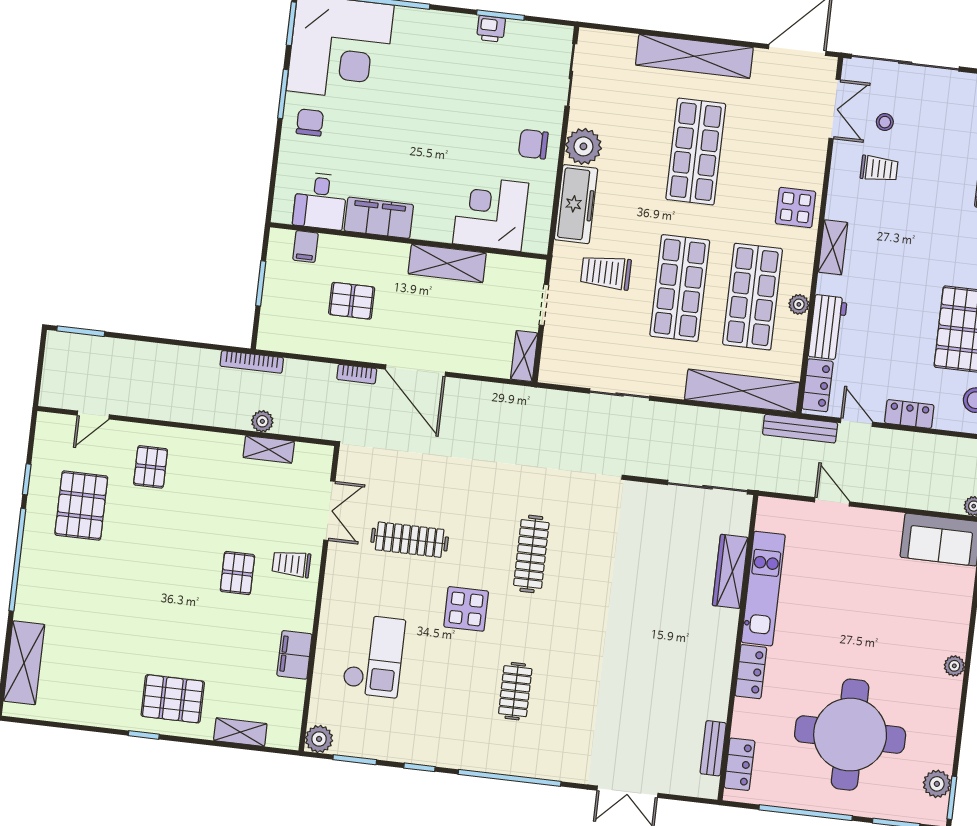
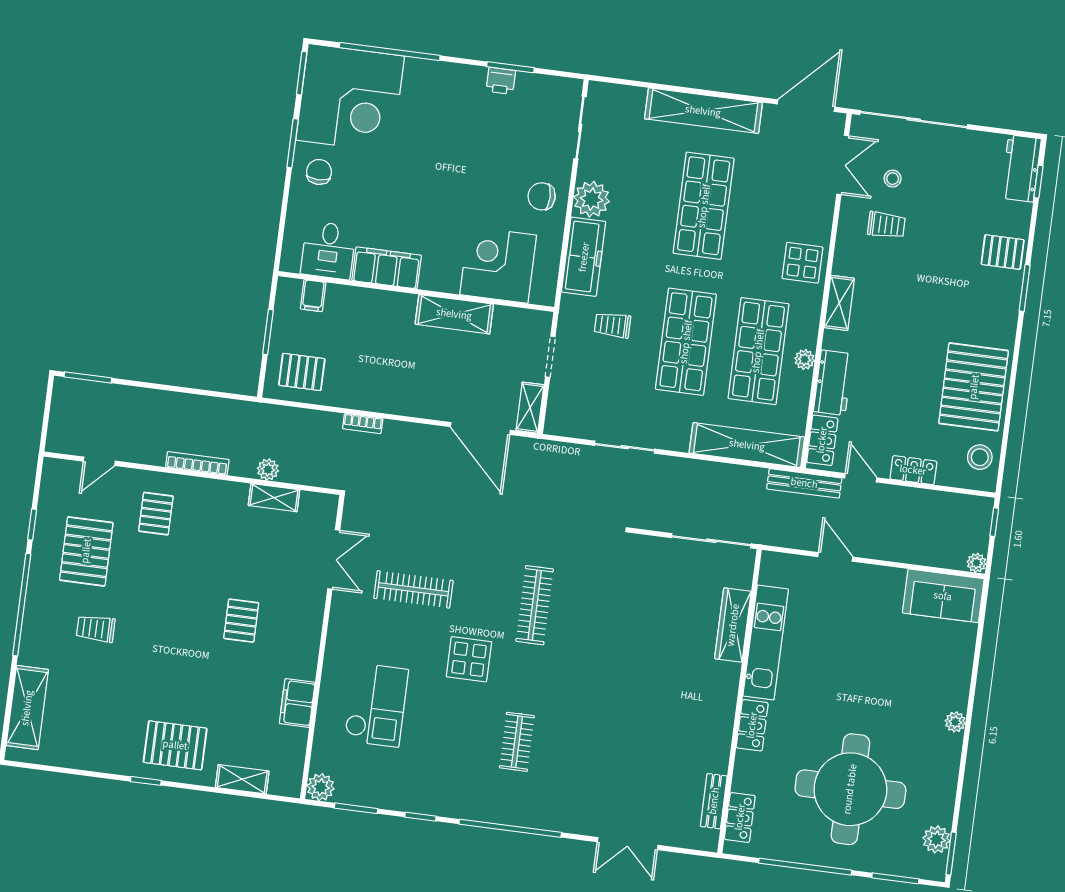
trolley: (606, 272) -> (612, 325), width x0.73, depth x0.72
pallet: (352, 301) -> (302, 372), moved
bookcase: (252, 362) -> (197, 463), moved, turned 180
door: (416, 371) -> (480, 428), moved
trolley: (291, 564) -> (96, 629), moved

